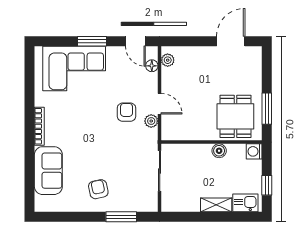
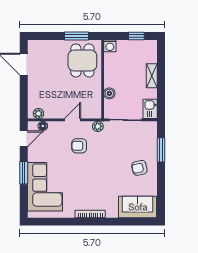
dining table: (235, 116) -> (82, 60), turned 90
plant: (151, 121) -> (98, 126), moved
boiler: (219, 151) -> (109, 93), moved
sofa: (48, 171) -> (138, 207), moved
kitchen sink: (245, 203) -> (150, 109), moved

